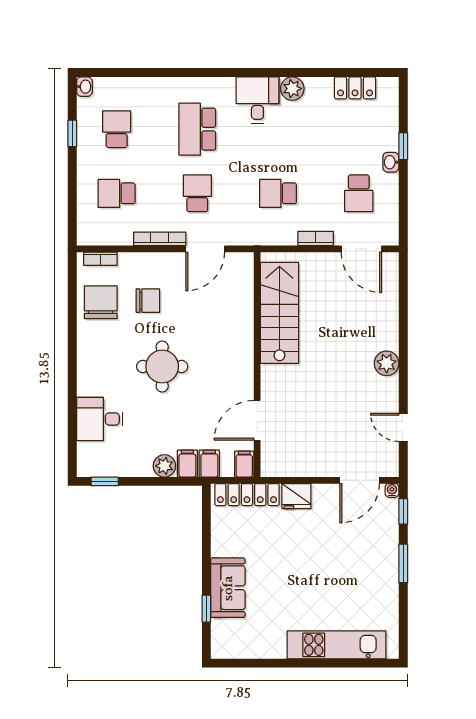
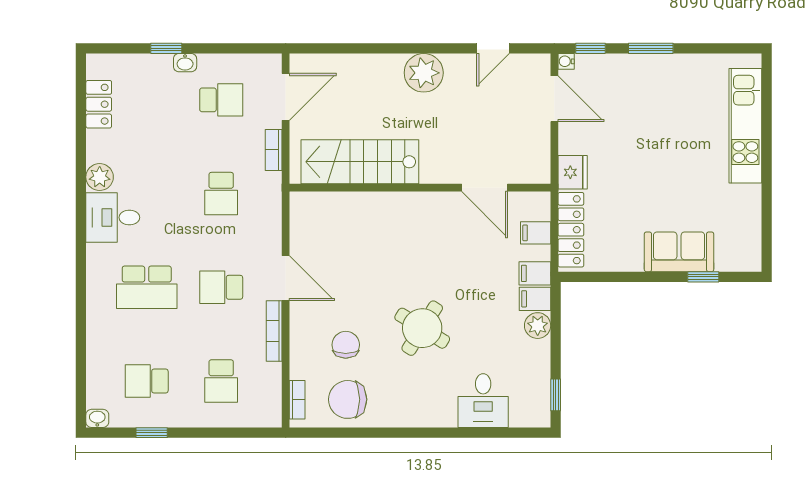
stairs: (279, 313) -> (360, 162), moved
plant: (387, 363) -> (424, 73), width x1.36, depth x1.36
wall: (257, 365) -> (420, 188), moved
round table: (162, 367) -> (422, 328), turned 32
door: (257, 420) -> (485, 188), moved

